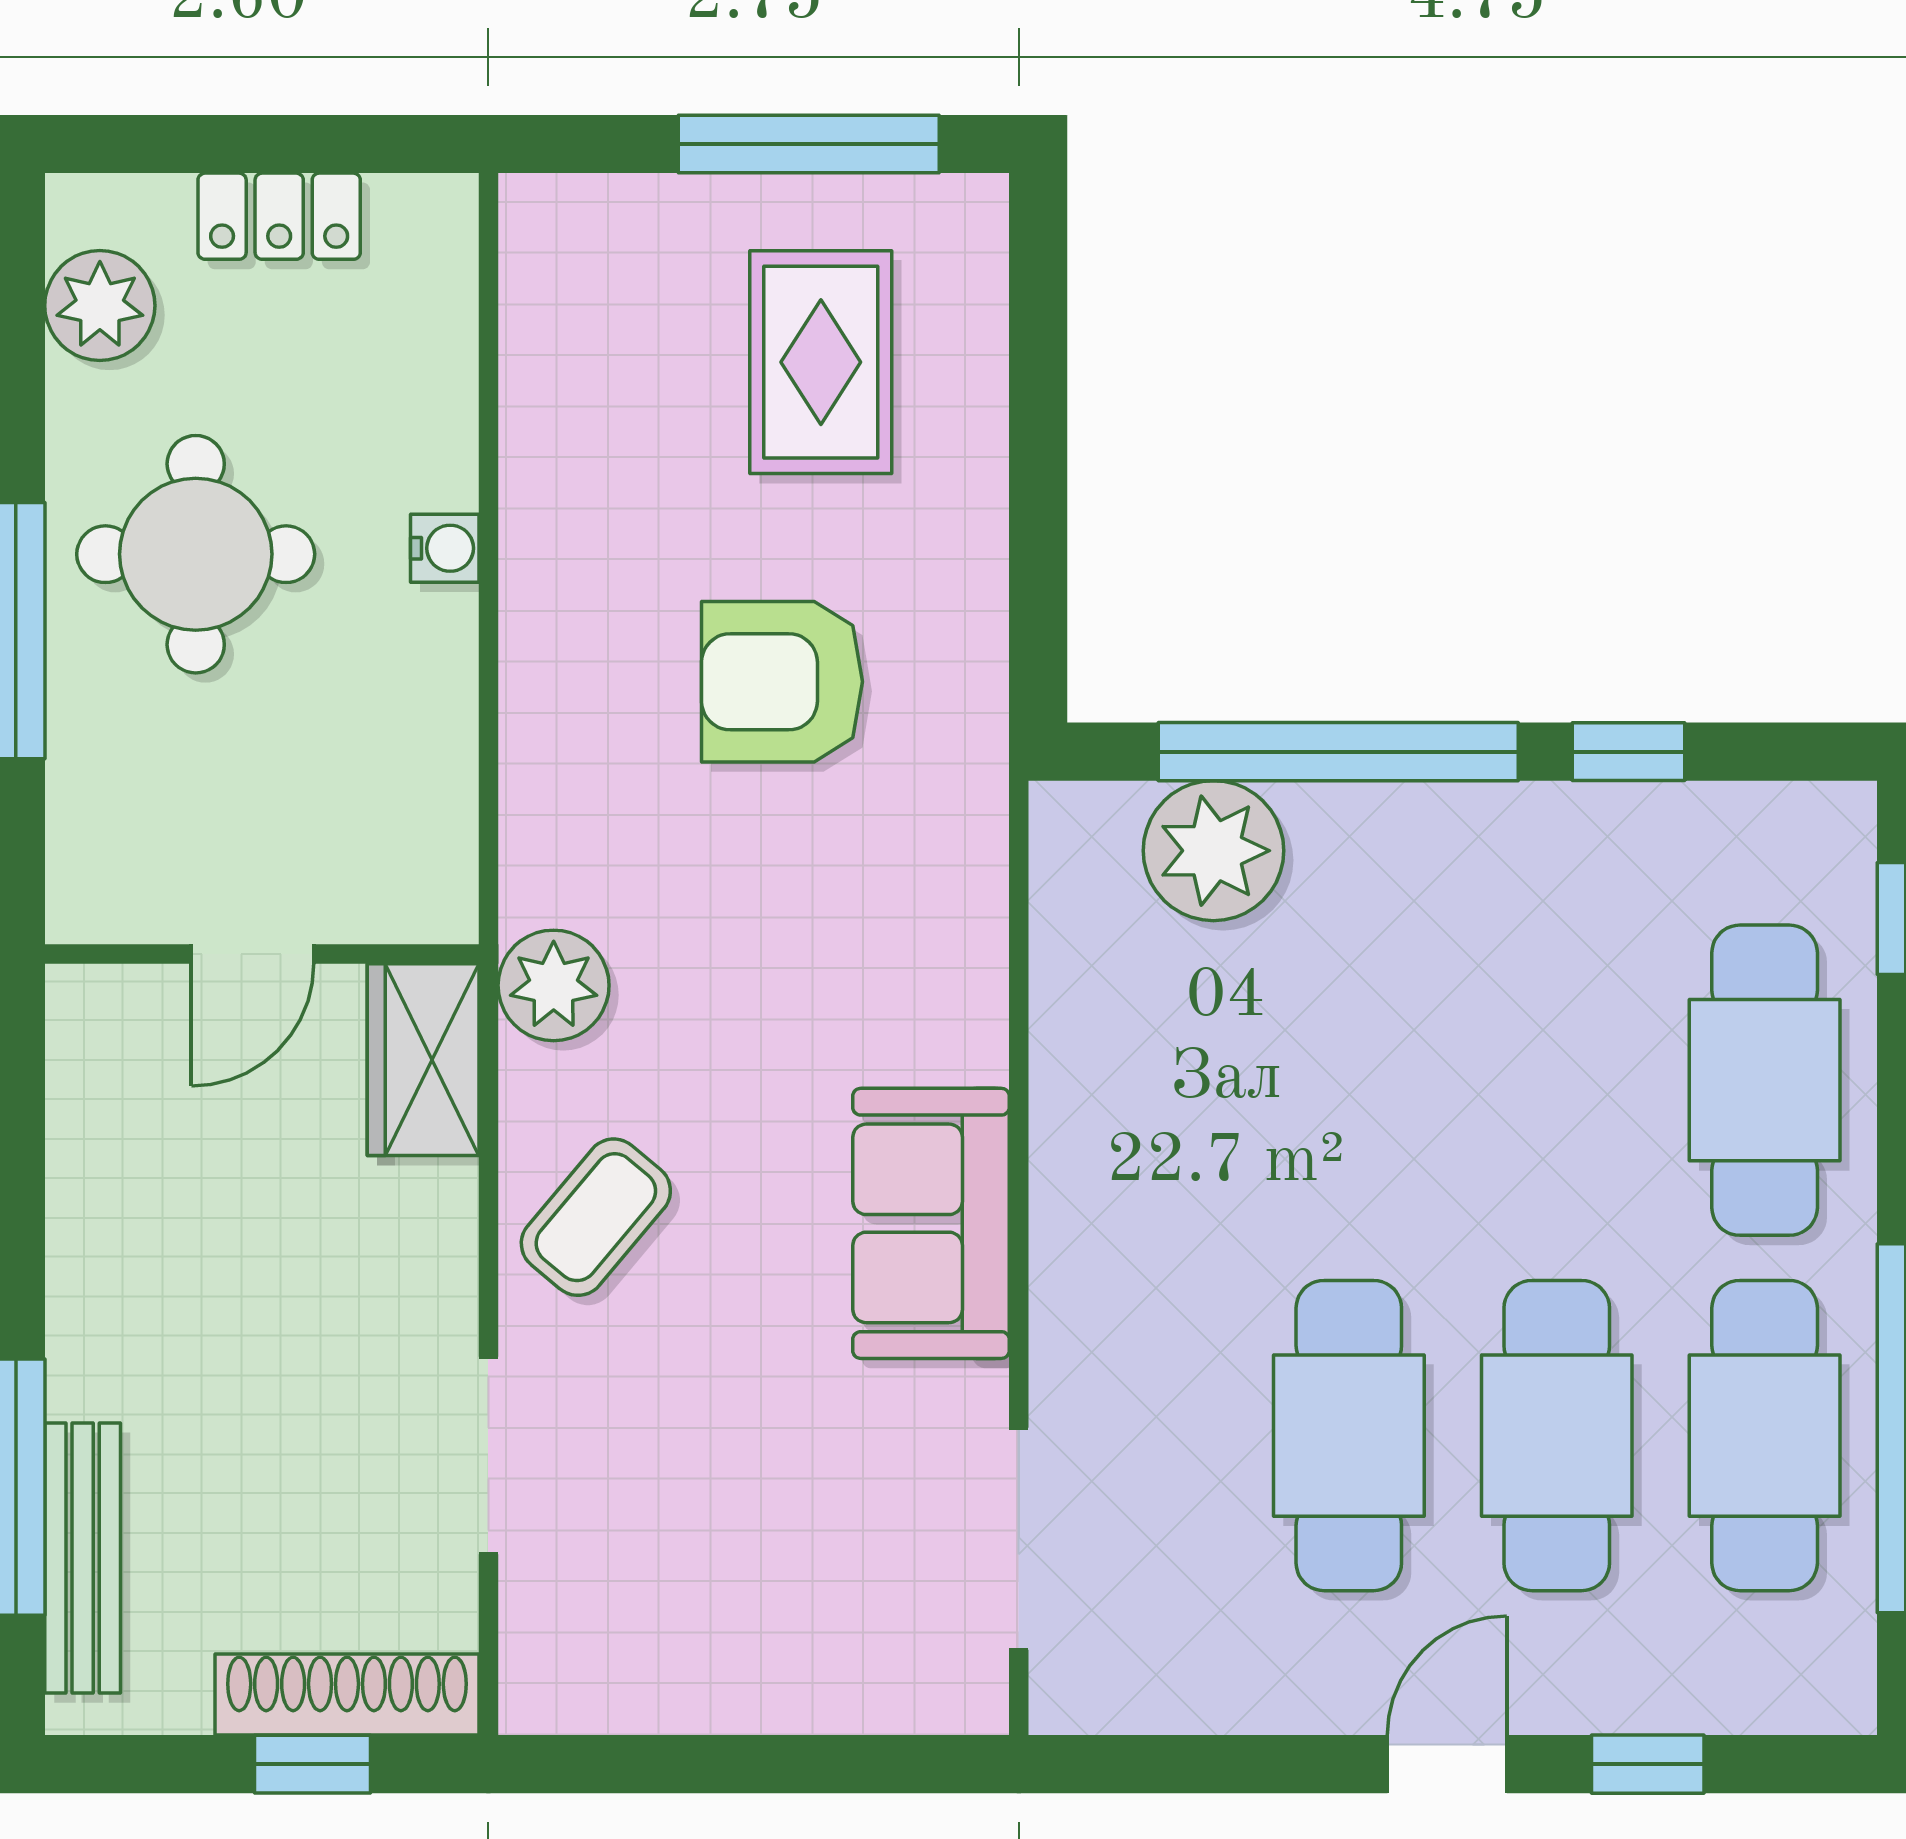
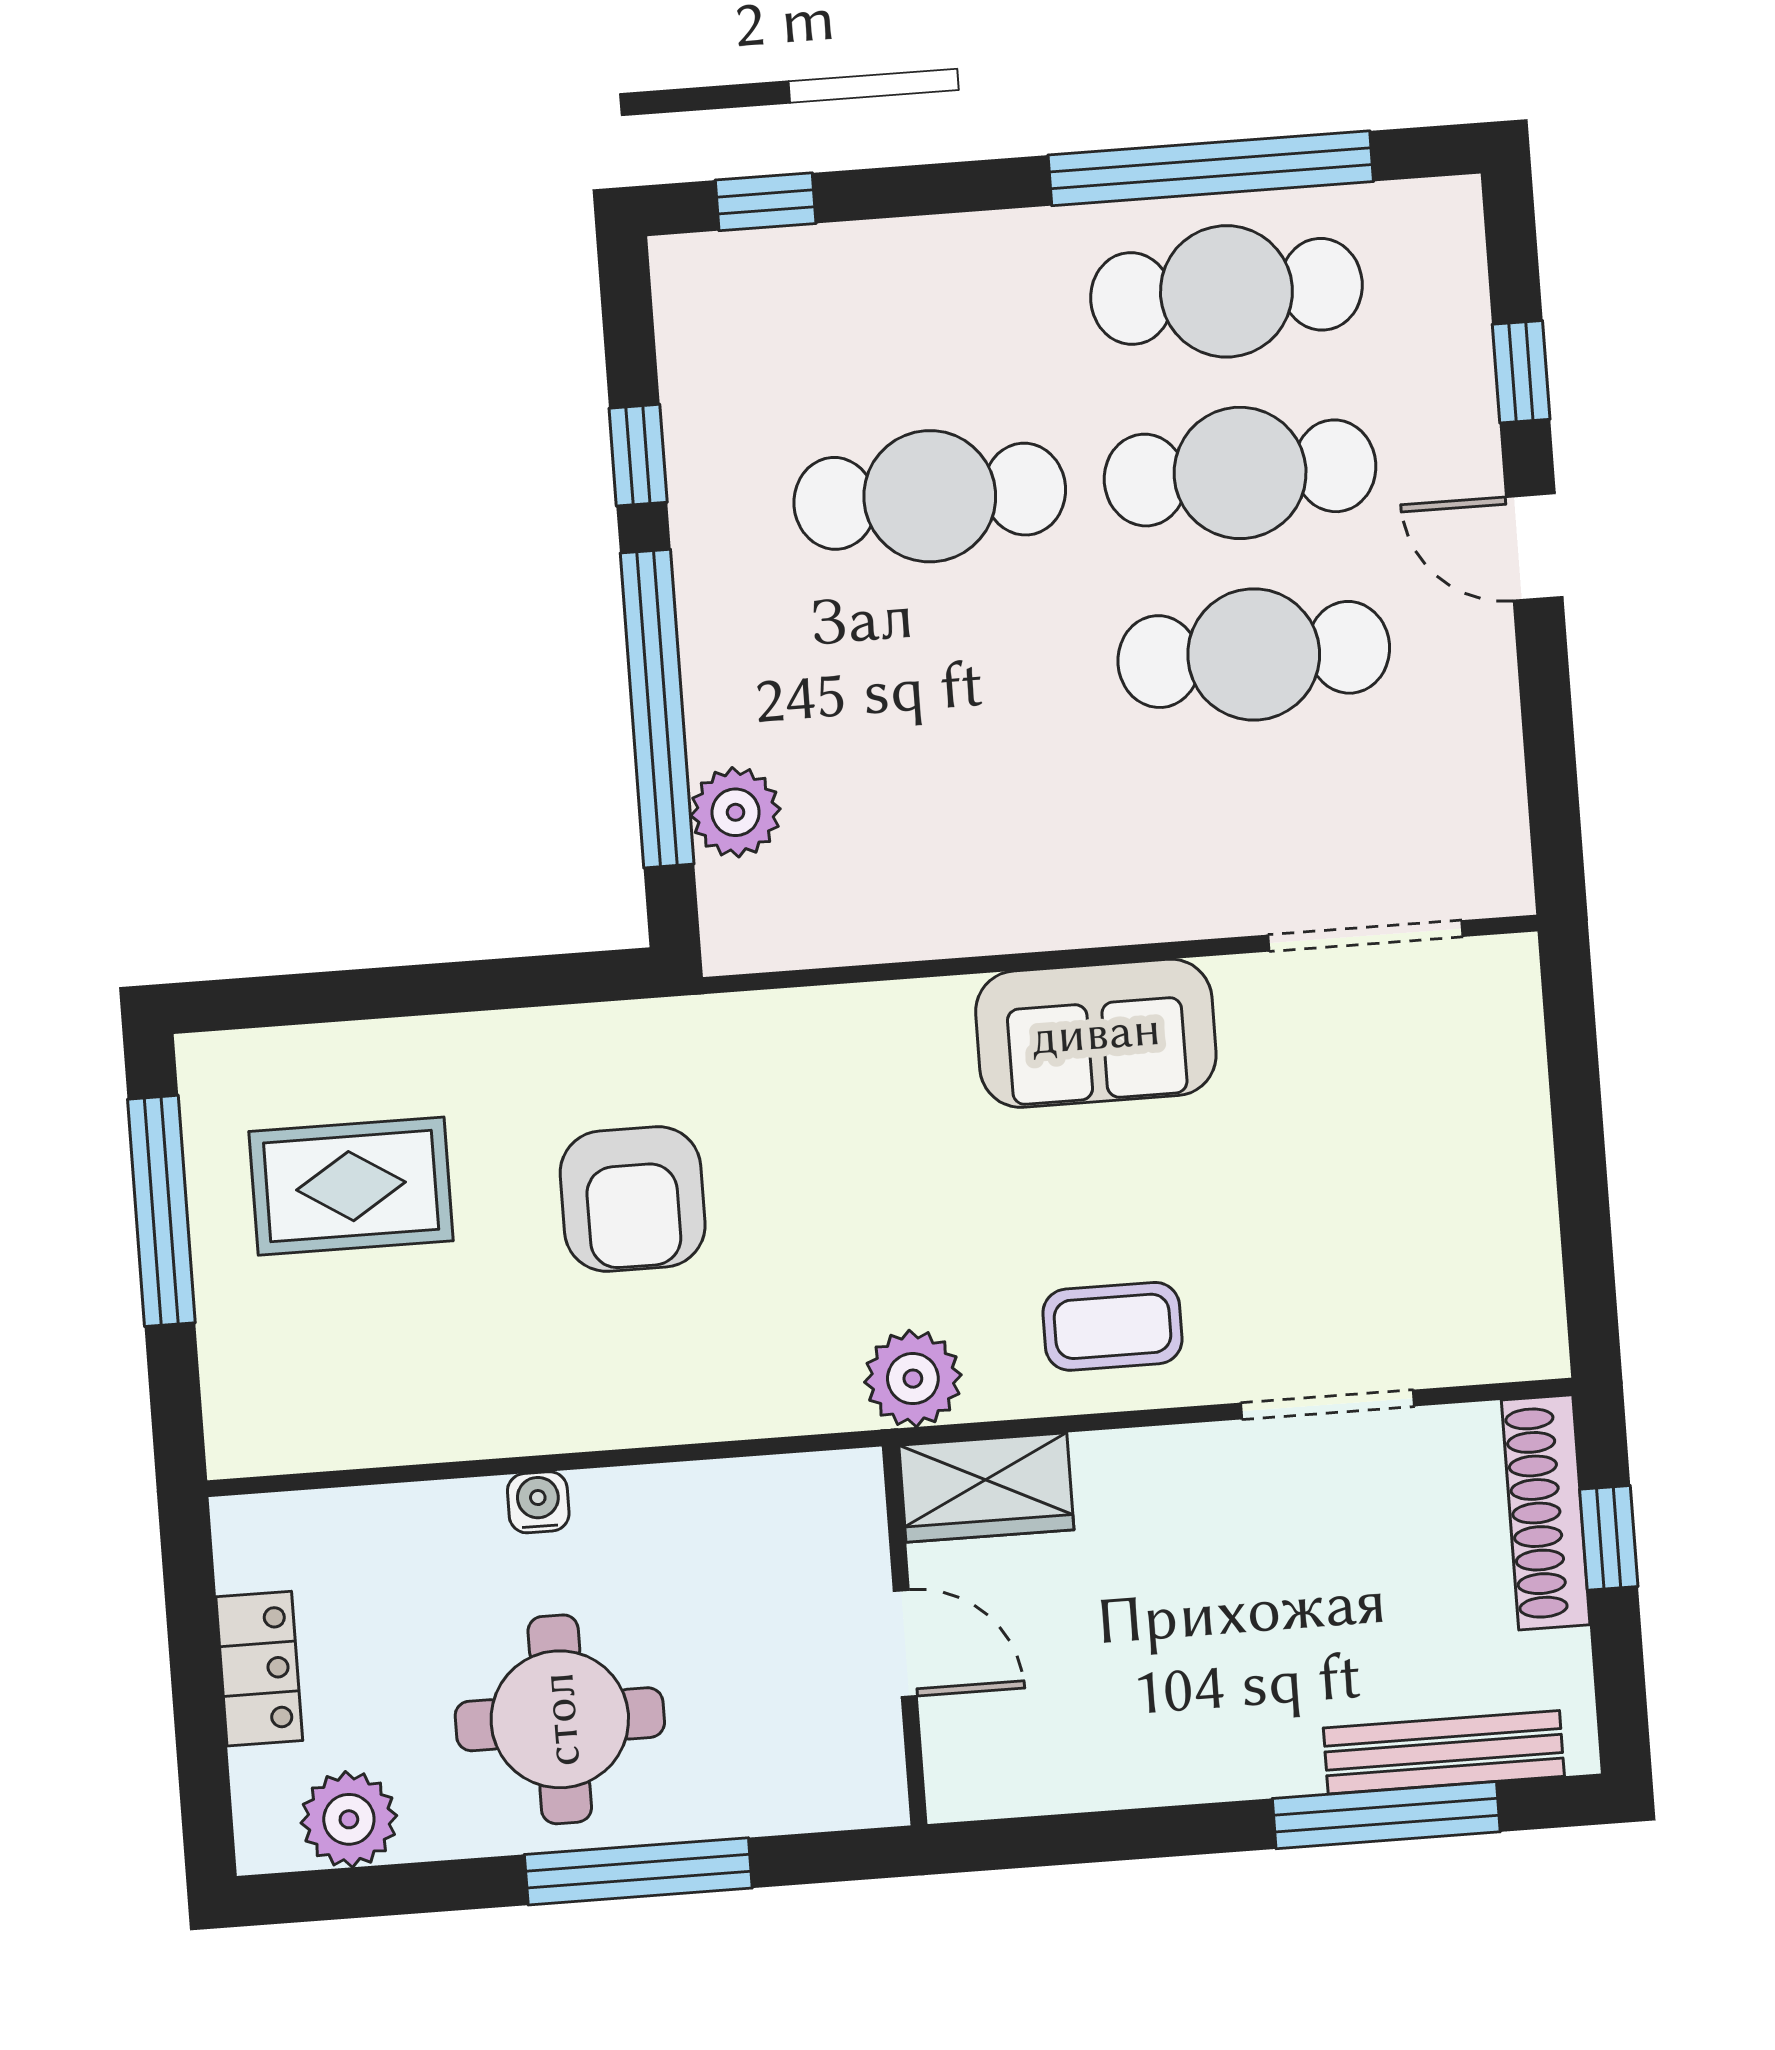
plant: (1213, 851) -> (736, 812), width x0.73, depth x0.73
cafe table: (1765, 1080) -> (930, 496), moved
coffee table: (596, 1217) -> (1112, 1326), turned -40

